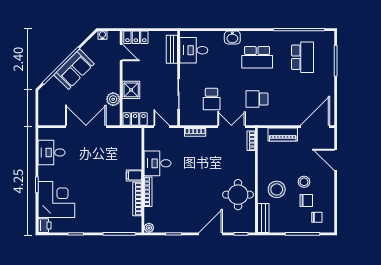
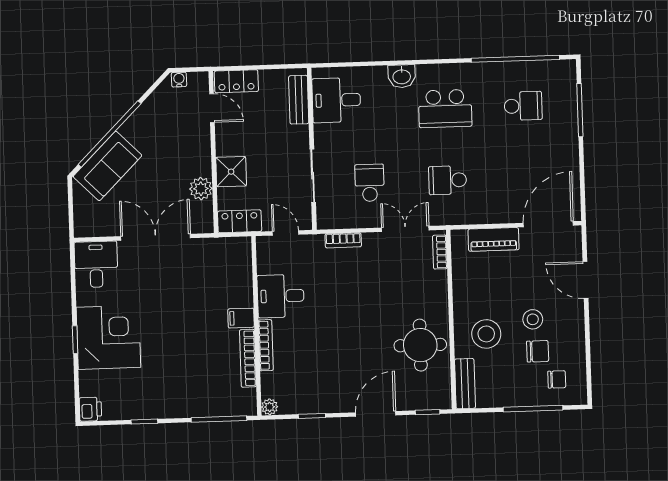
school desk: (303, 57) -> (523, 106), width x0.54
sofa: (74, 69) -> (108, 166), moved
school desk: (212, 99) -> (370, 183), turned 180
desk: (52, 152) -> (96, 264), moved, turned 90
corner desk: (56, 199) -> (108, 337), moved

